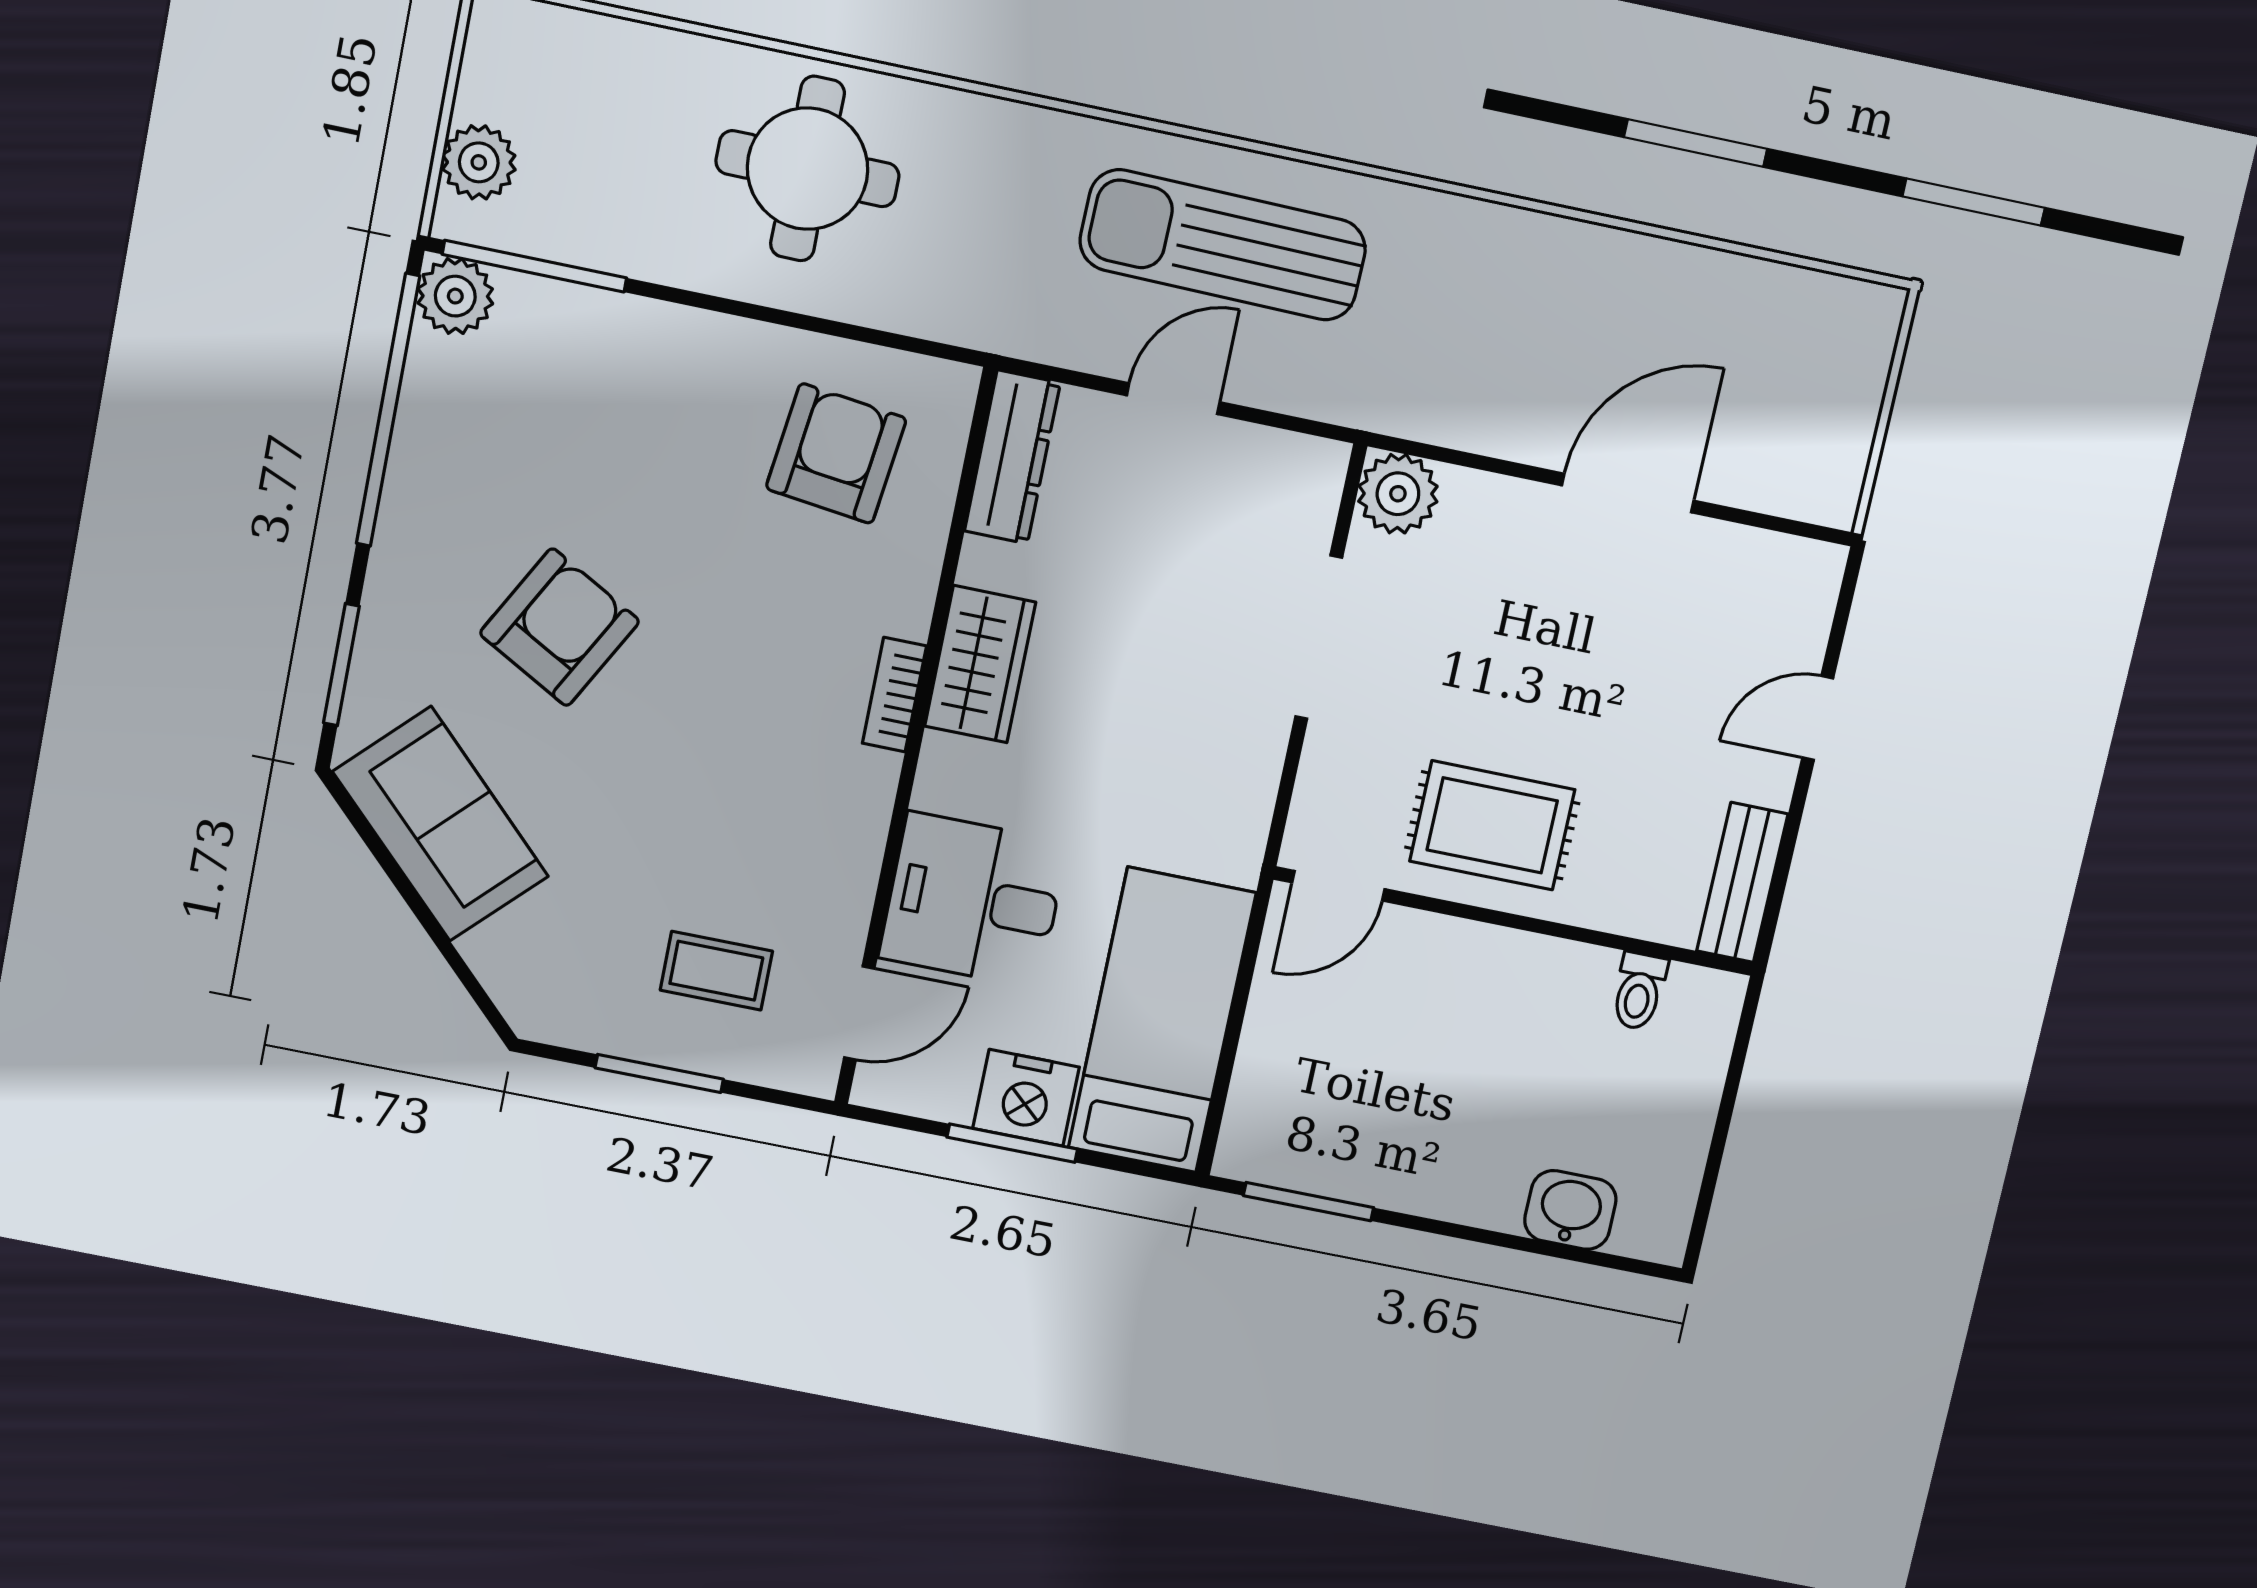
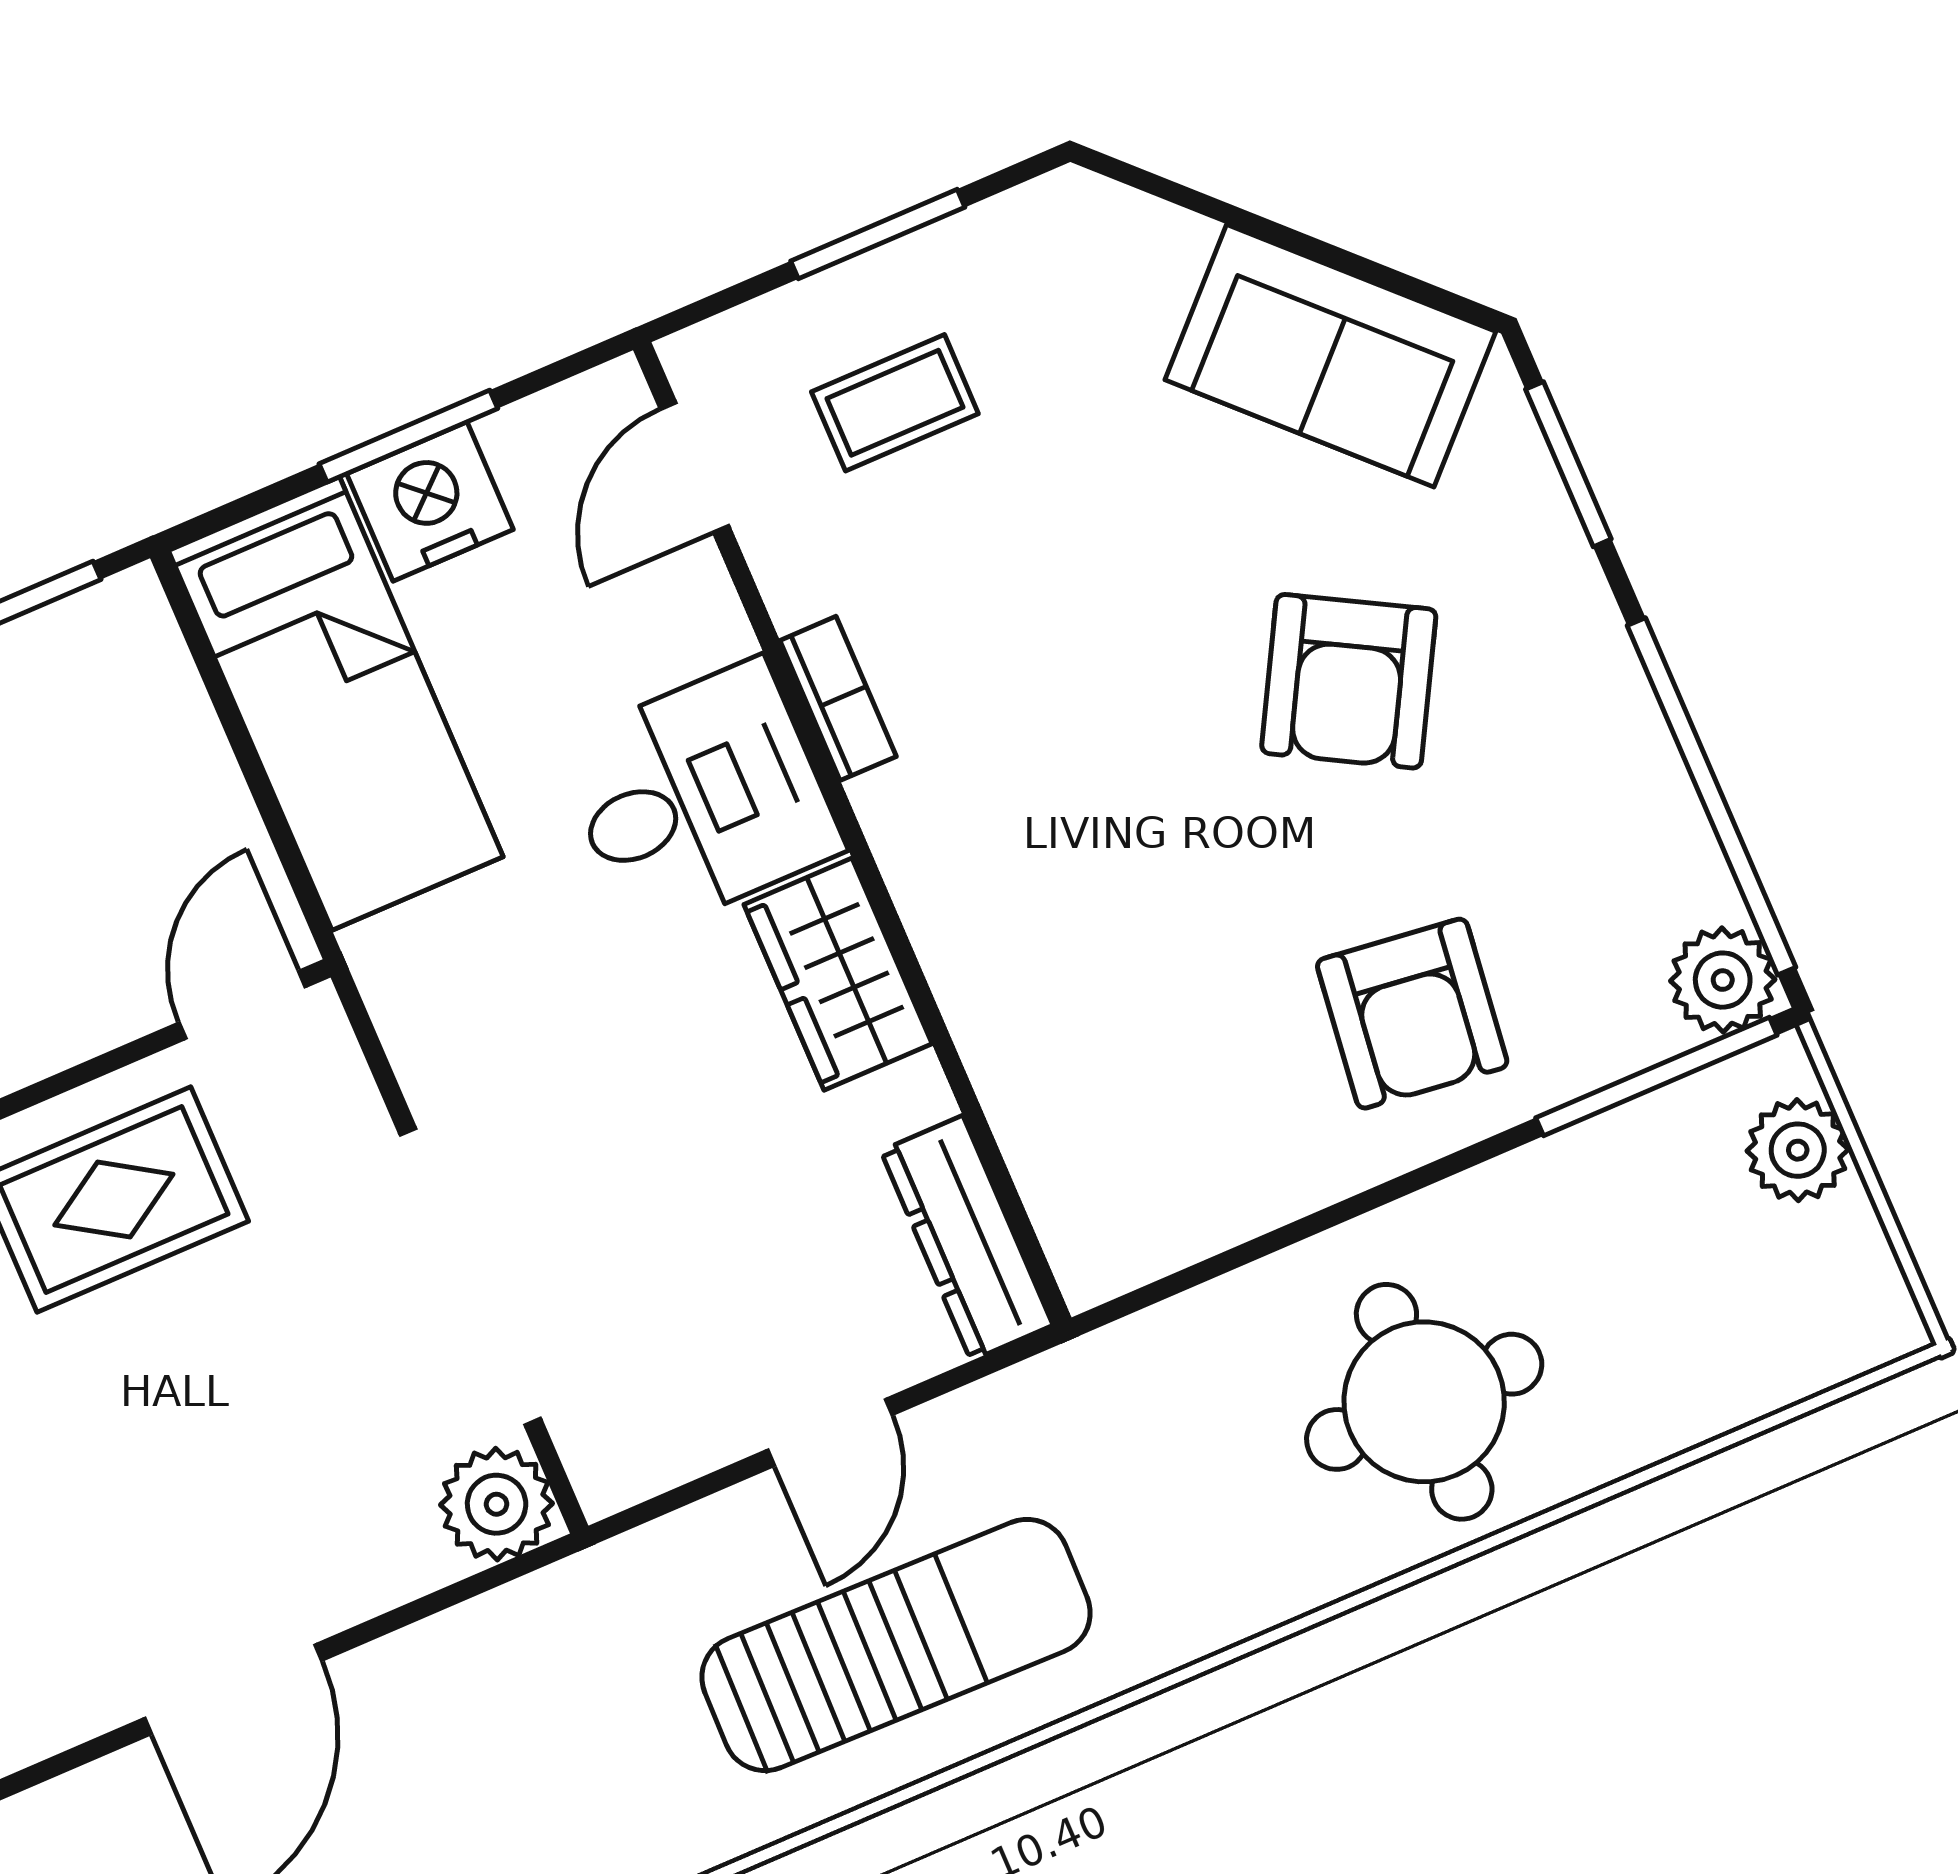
armchair: (836, 453) -> (1412, 1014), moved
doorway: (1319, 637) -> (470, 1277), width x1.36
bookcase: (894, 695) -> (838, 698), moved
desk: (973, 900) -> (699, 798), moved

